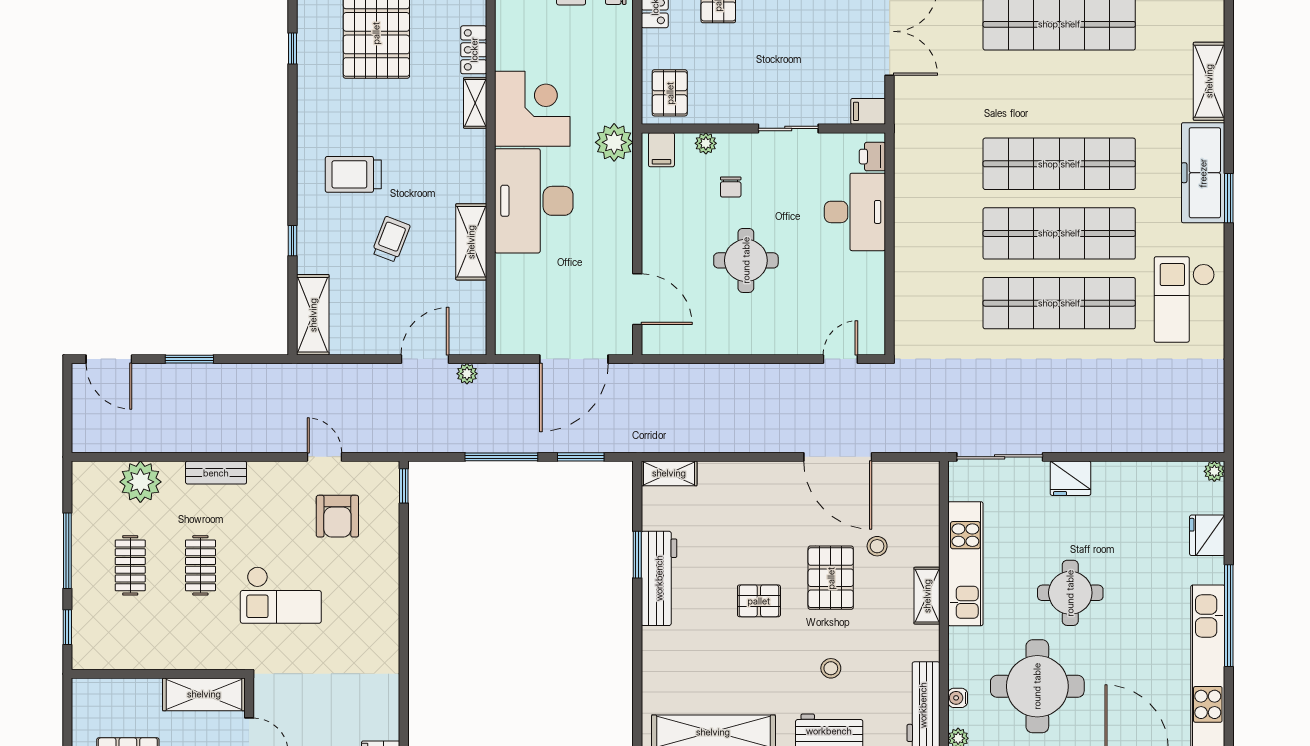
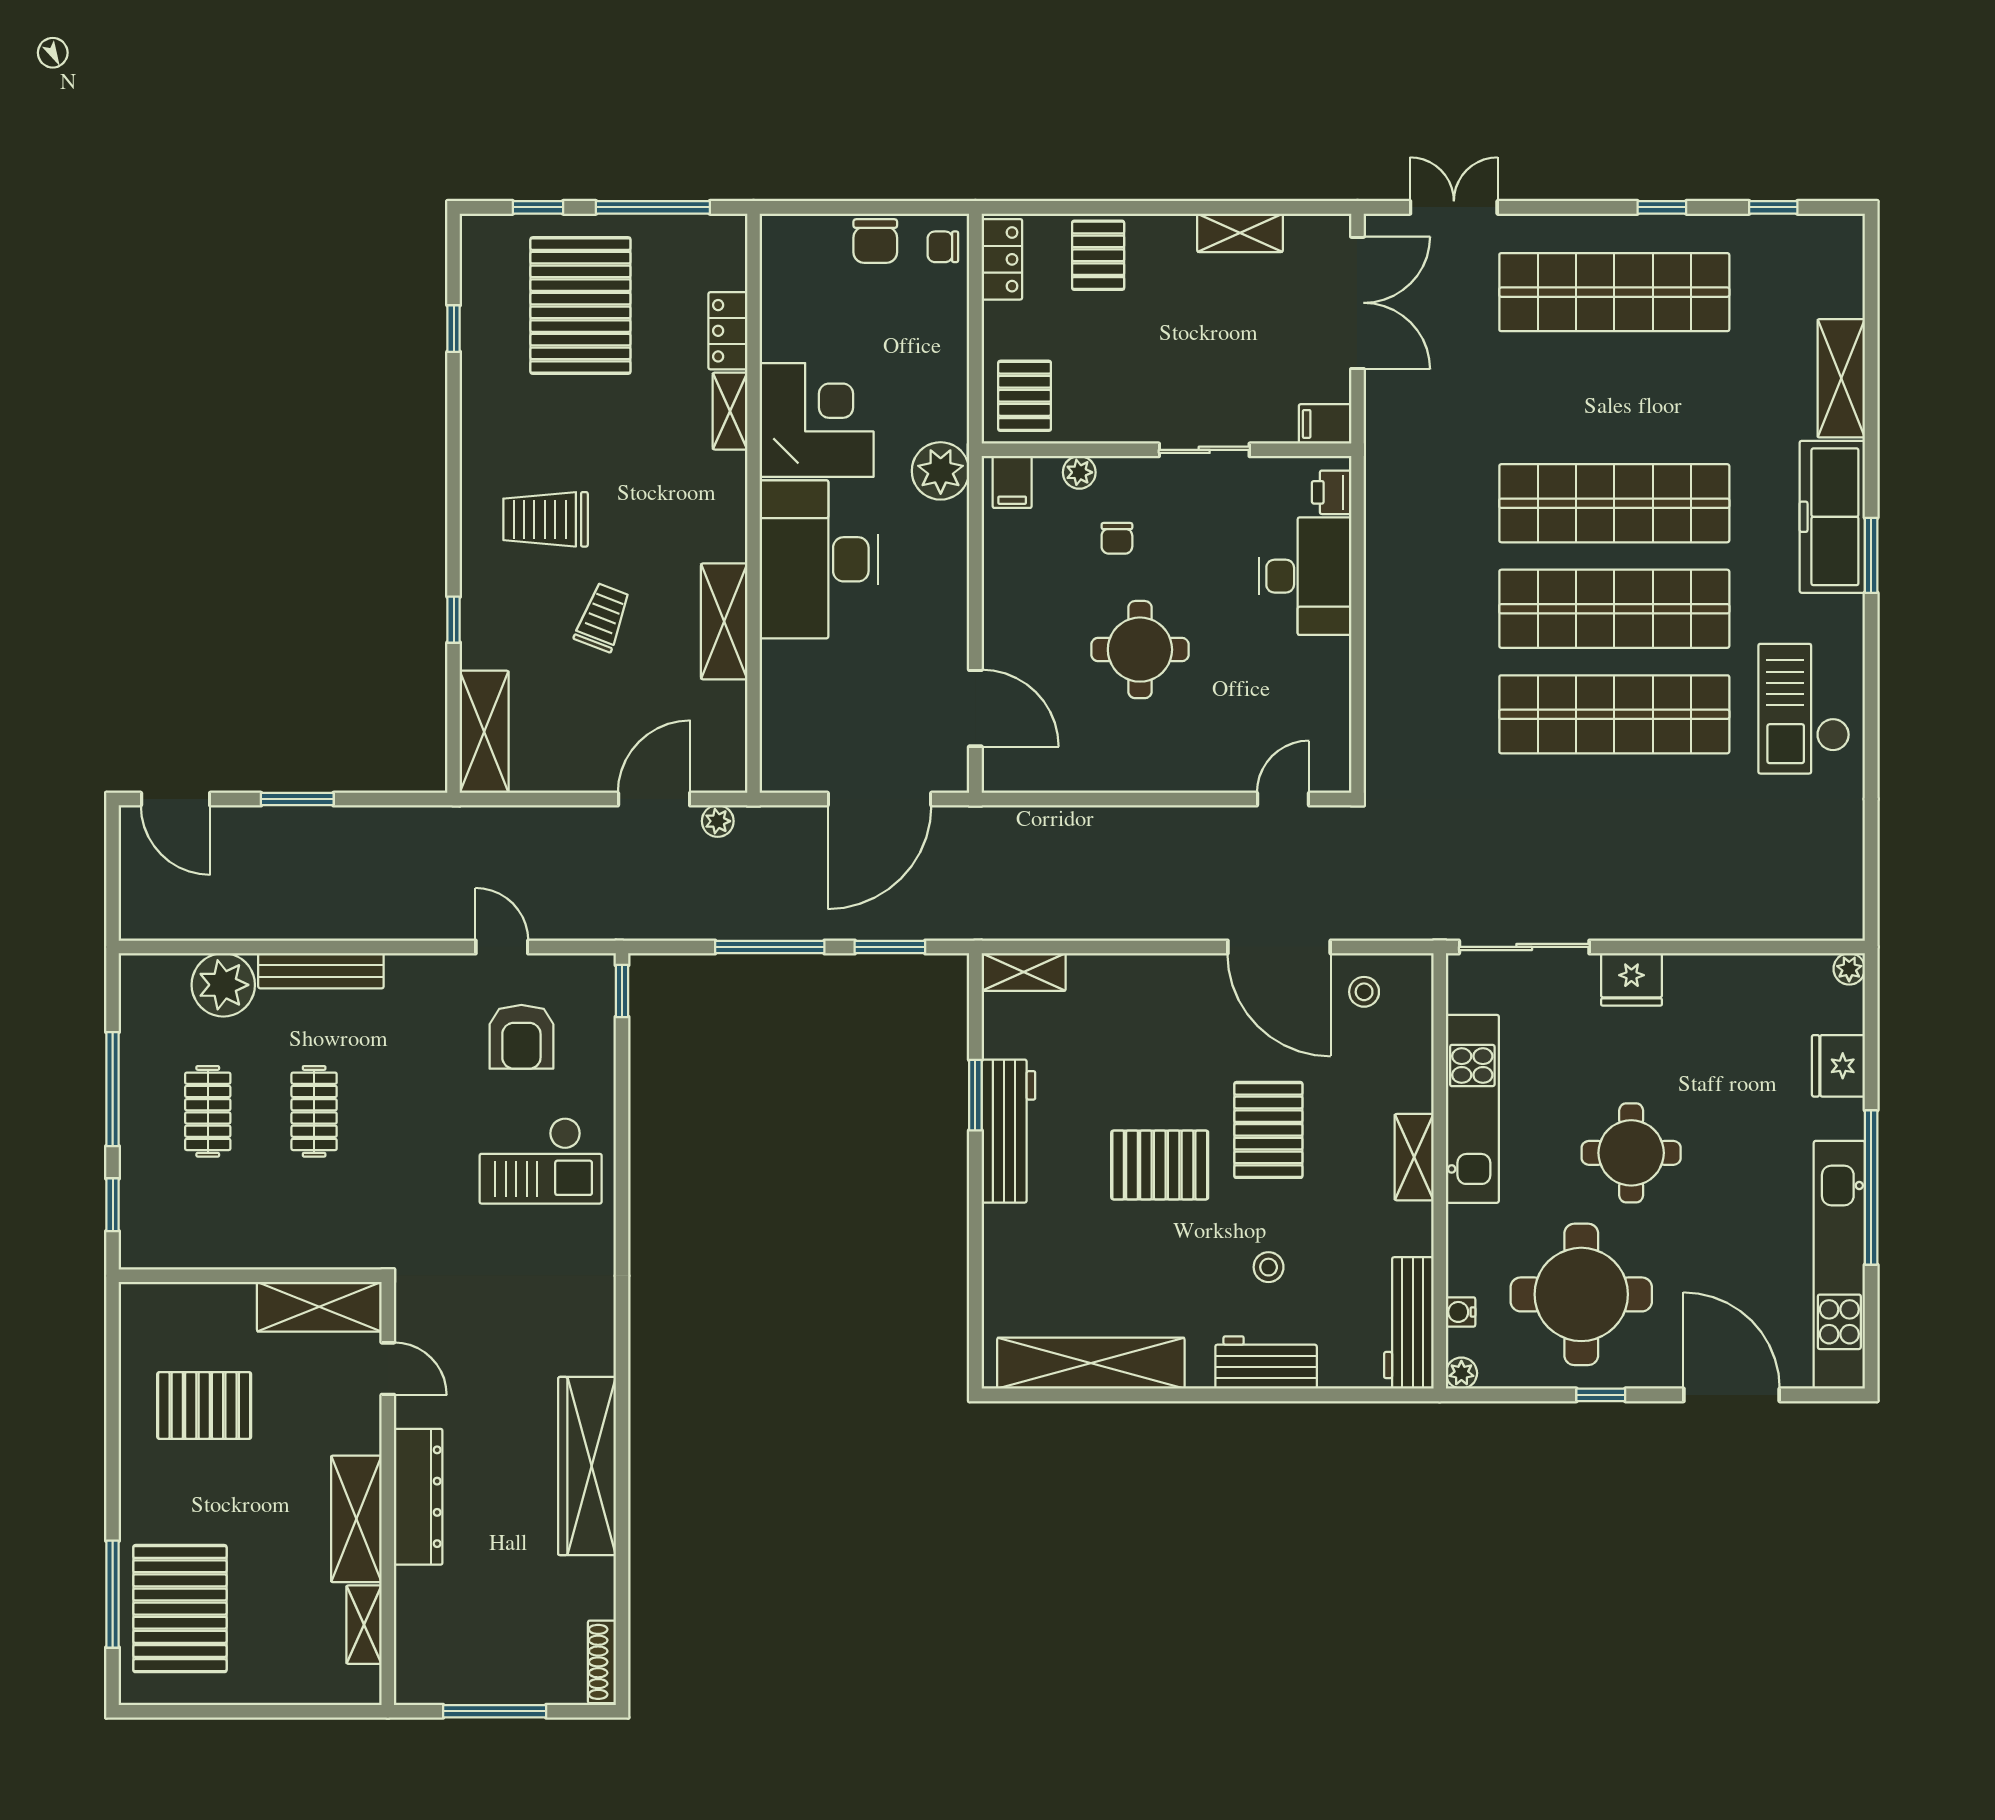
bench: (216, 473) -> (321, 971), width x1.36
stool: (877, 546) -> (1364, 992), moved
checkout: (281, 595) -> (541, 1161), moved
pallet: (759, 601) -> (1160, 1165), width x1.50, depth x1.42

